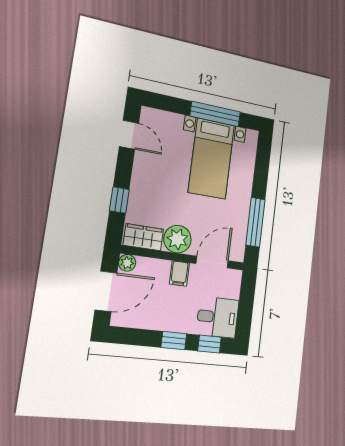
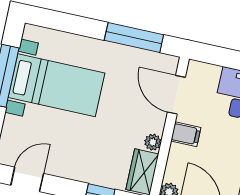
plant: (177, 239) -> (153, 142), width x0.53, depth x0.53

